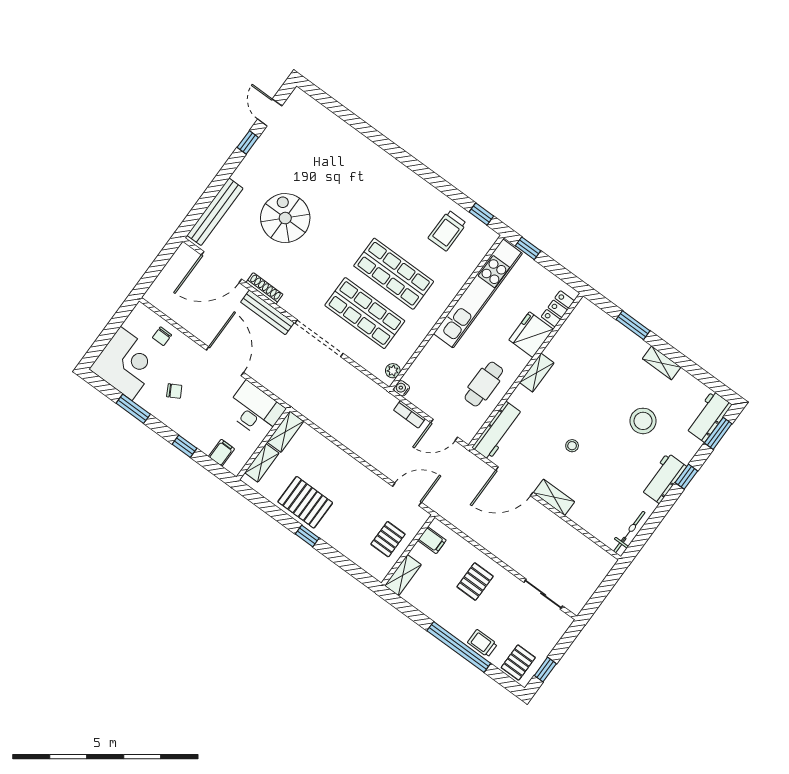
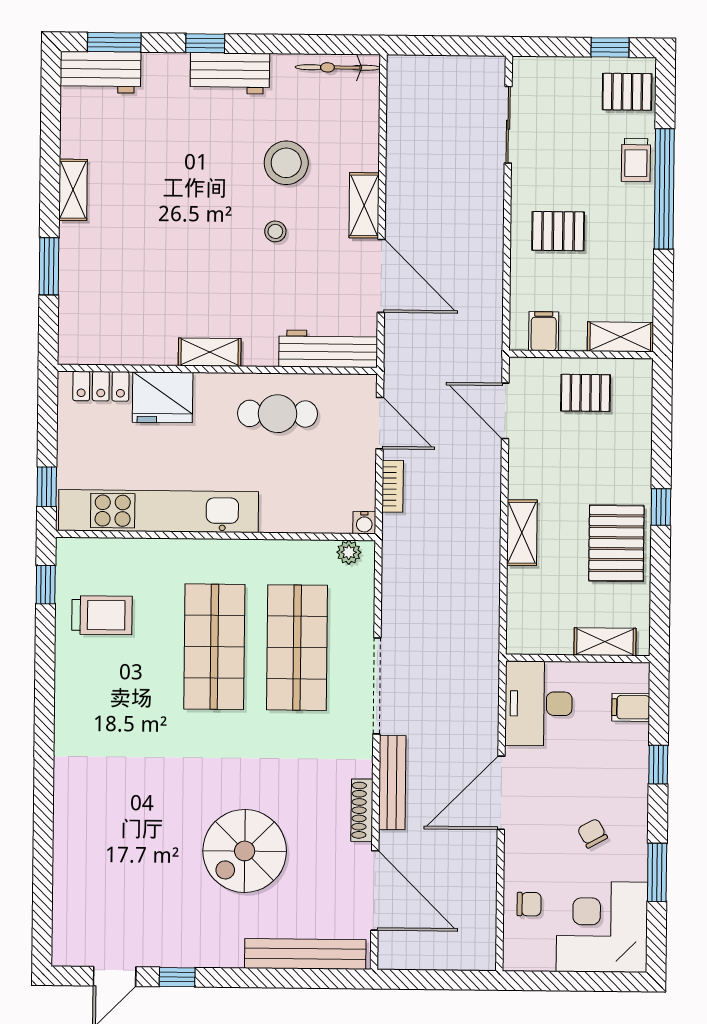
stool: (643, 421) -> (286, 163), moved
shelving: (285, 432) -> (522, 533), moved, turned 90

